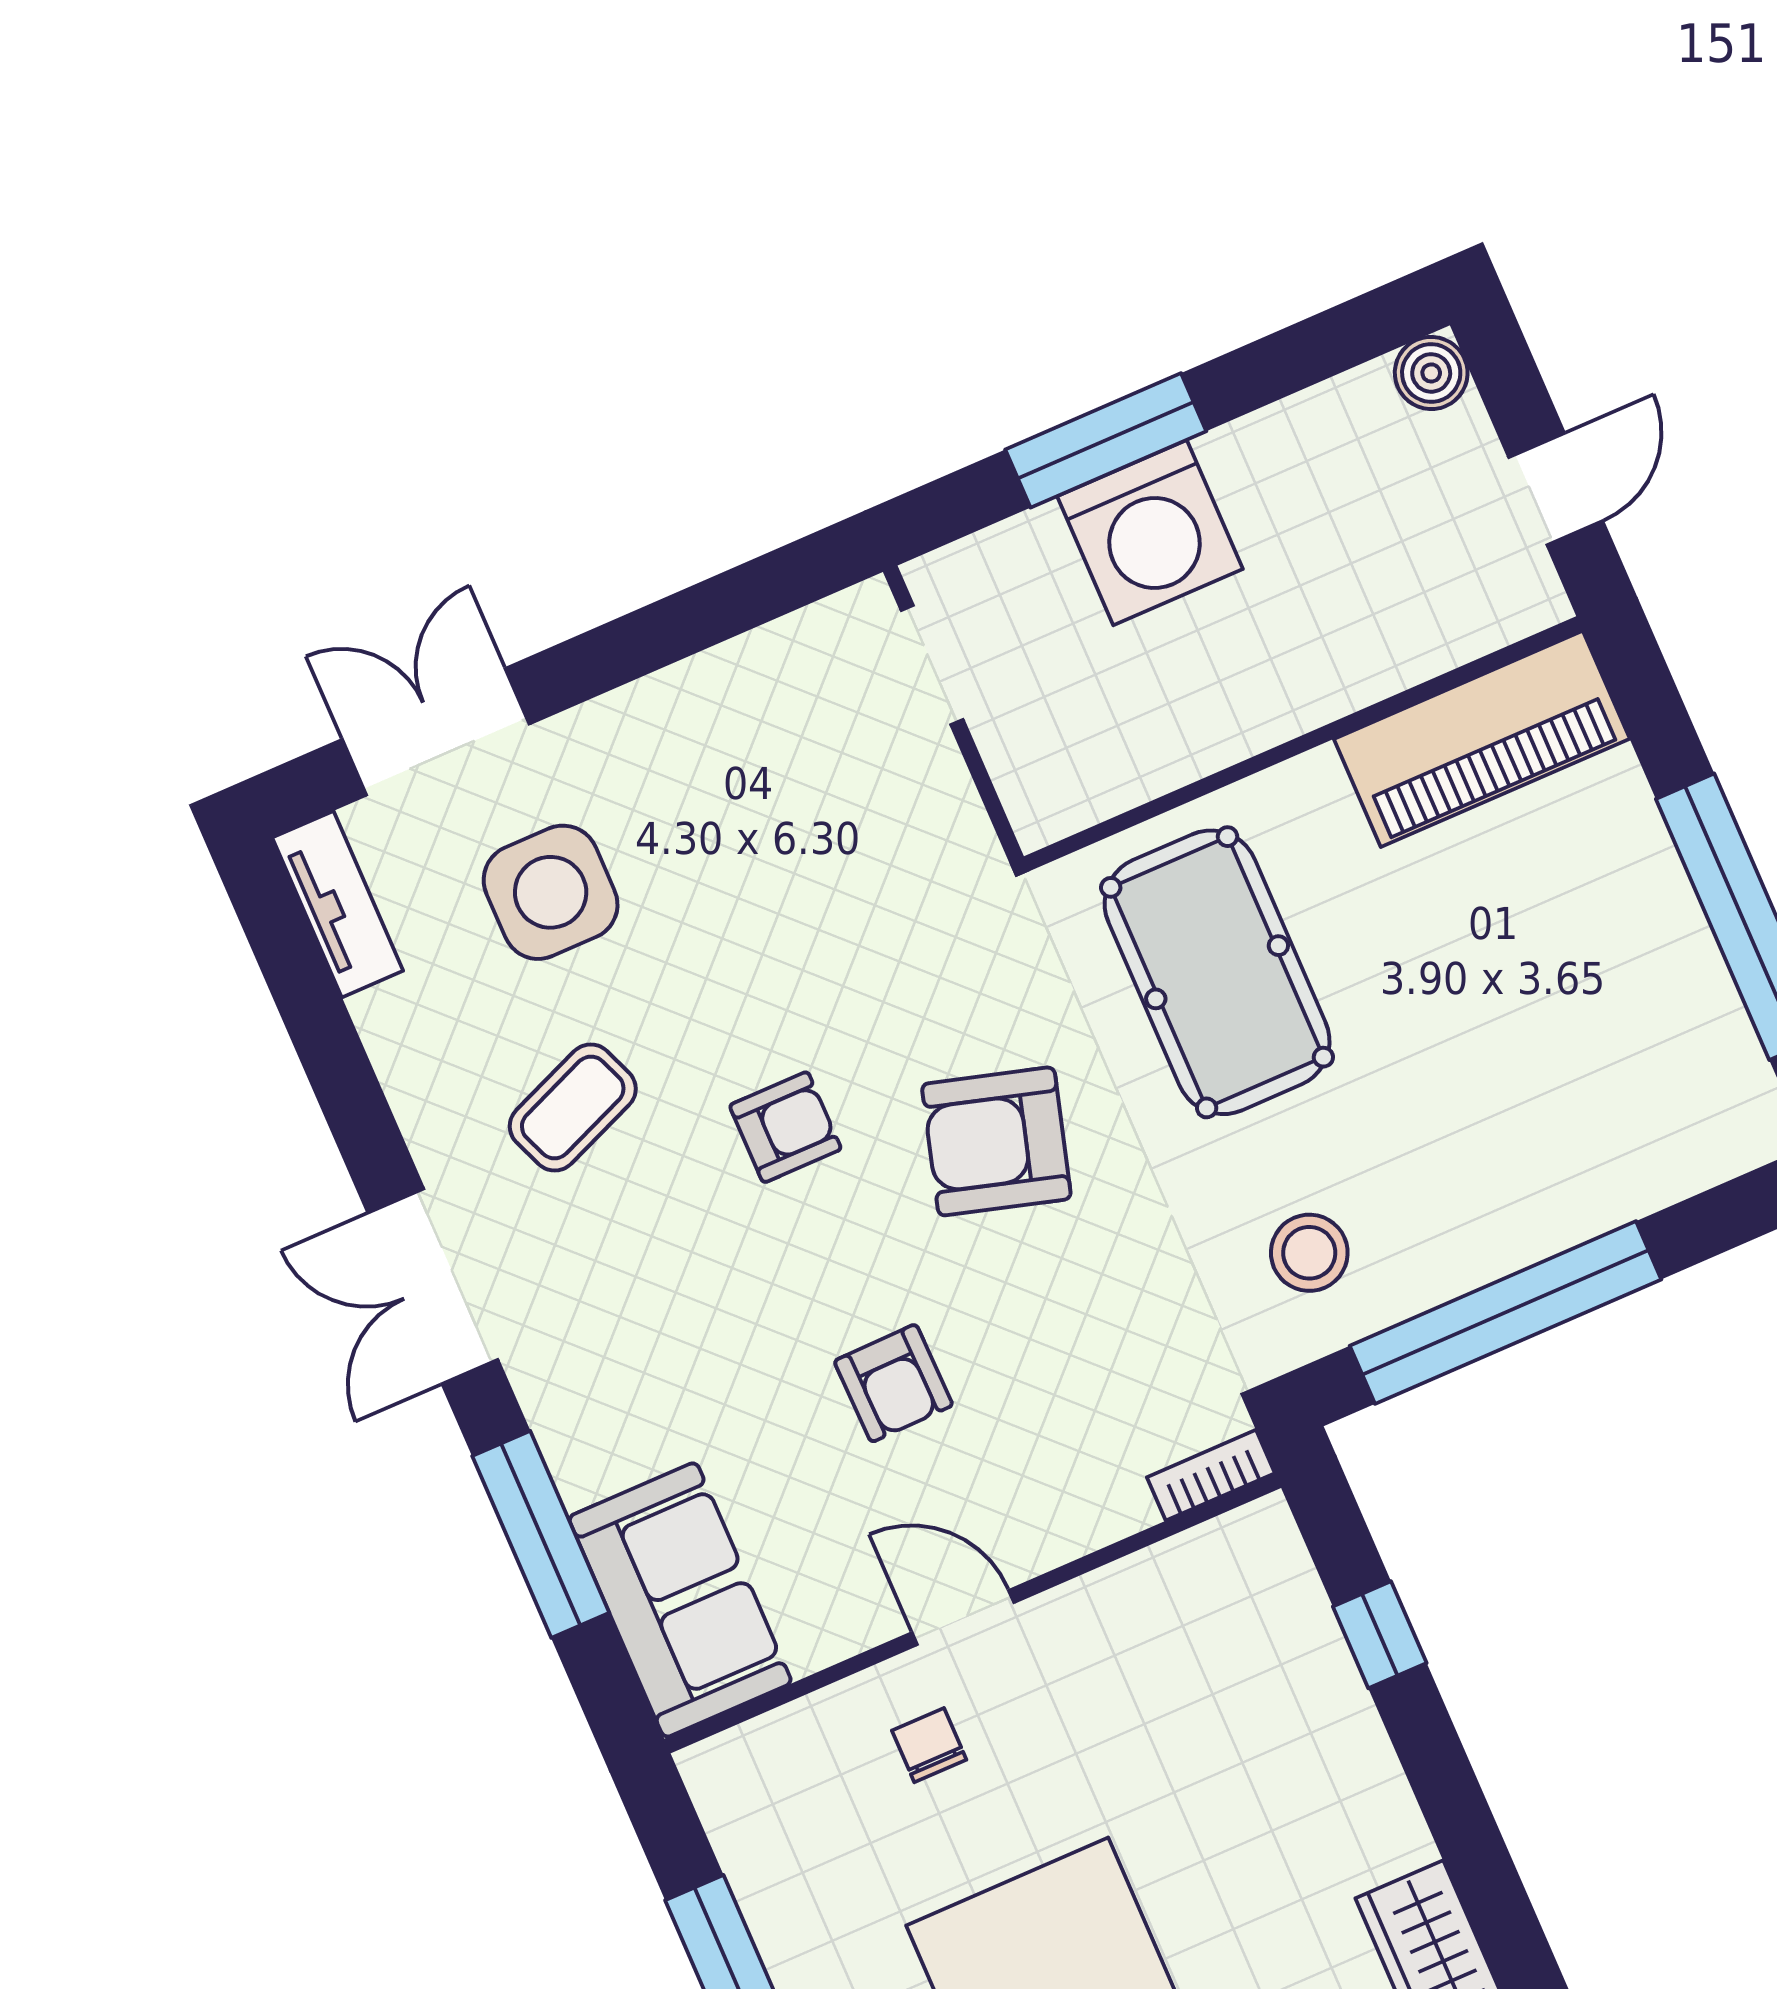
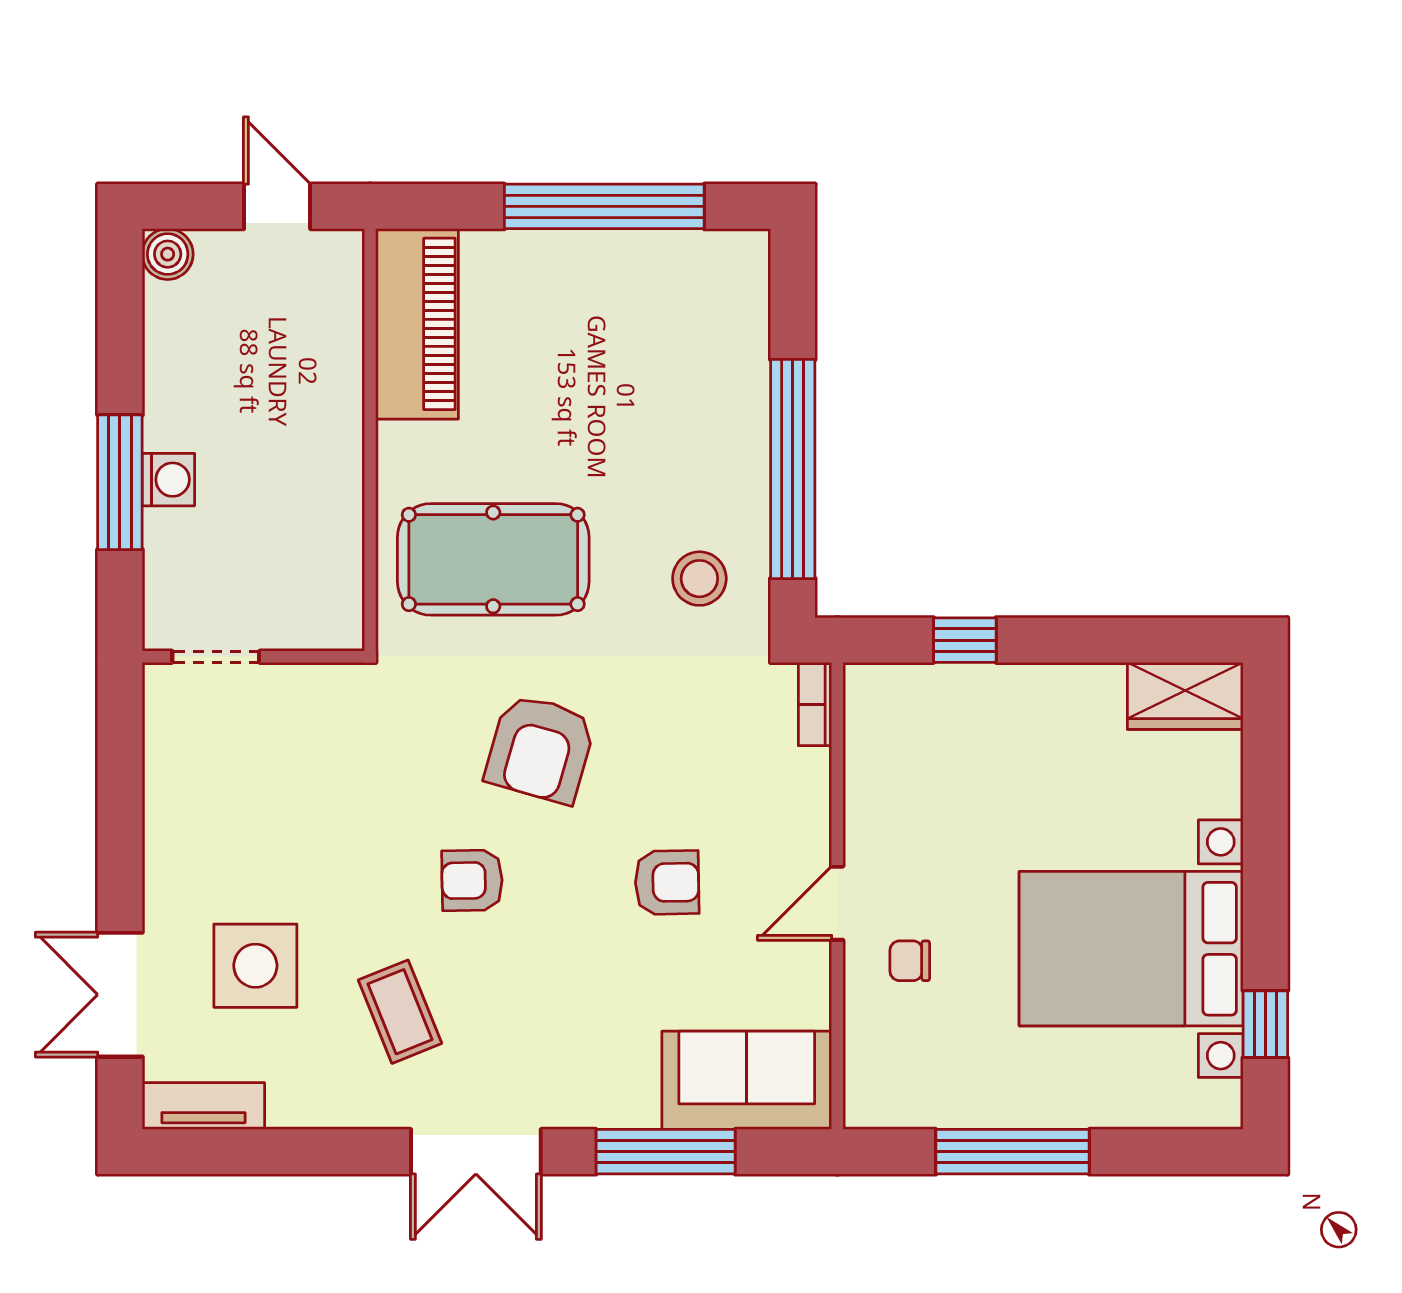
washing machine: (1150, 533) -> (168, 480), width x0.53, depth x0.53
armchair: (785, 1127) -> (472, 880), turned -91

